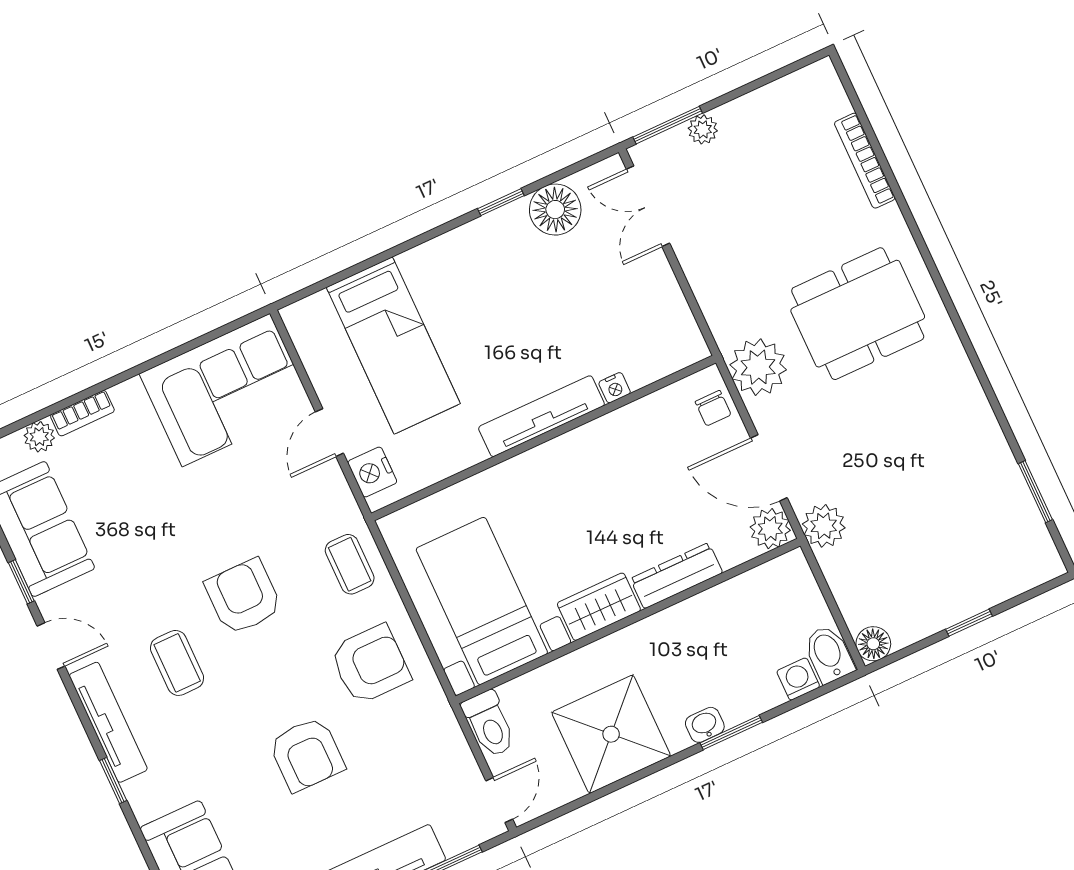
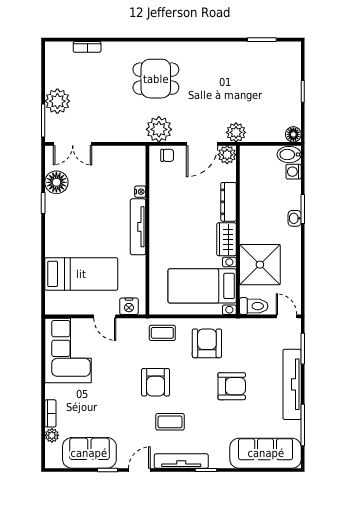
plant: (703, 129) -> (57, 101), width x1.88, depth x1.88
bookcase: (865, 161) -> (87, 47), width x0.64
dining table: (858, 314) -> (156, 79), width x0.73
armchair: (243, 597) -> (156, 382), turned -90
shower: (611, 734) -> (260, 265), moved

